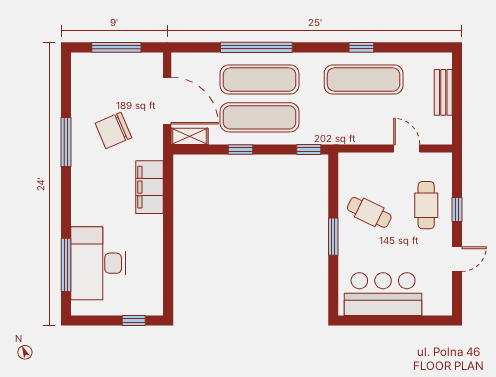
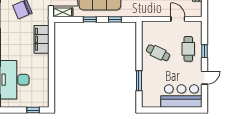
window: (309, 150) -> (115, 19), moved
window: (333, 237) -> (139, 81), moved
bar counter: (383, 294) -> (181, 96), moved

